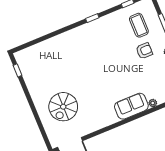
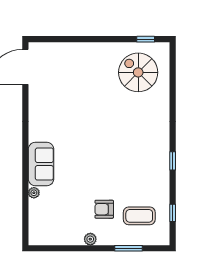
armchair: (144, 51) -> (104, 209), turned 90
spiral stairs: (63, 107) -> (138, 72), moved

